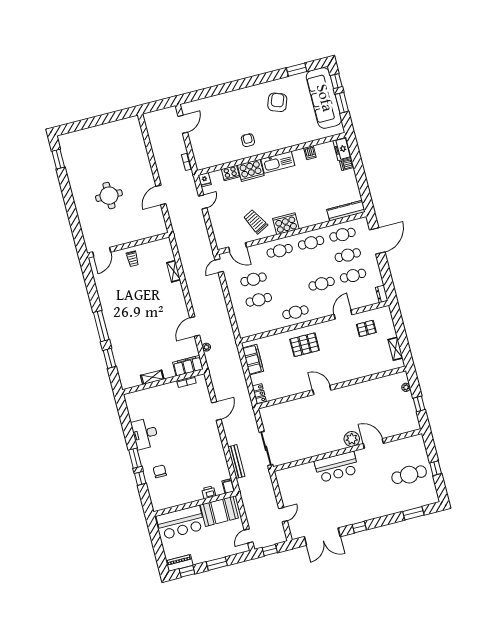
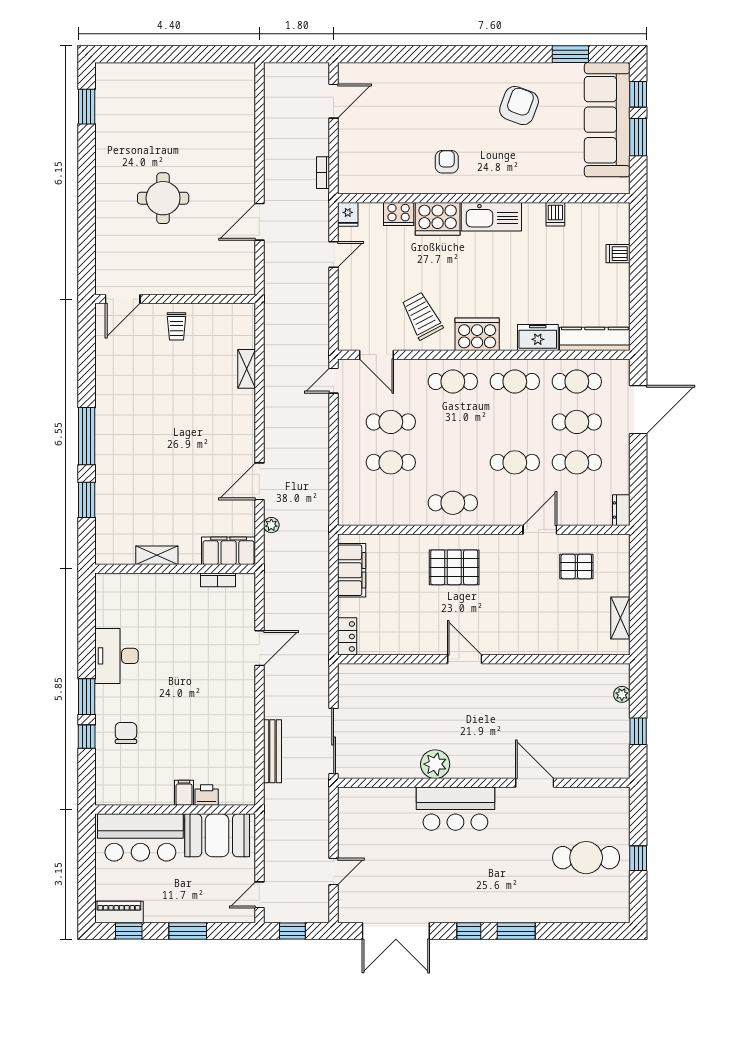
freezer: (342, 149) -> (538, 337), moved, turned 90
plant: (352, 439) -> (435, 764), moved
filing cabinet: (228, 486) -> (184, 793), moved
window: (413, 513) -> (516, 931), moved

